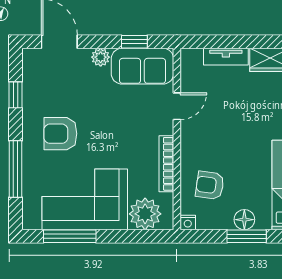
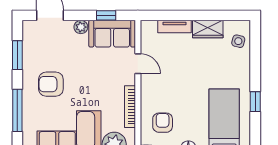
window: (16, 95) -> (17, 55), width x1.50
door: (177, 106) -> (138, 64), hinge flipped
armchair: (210, 185) -> (163, 123), turned 82

